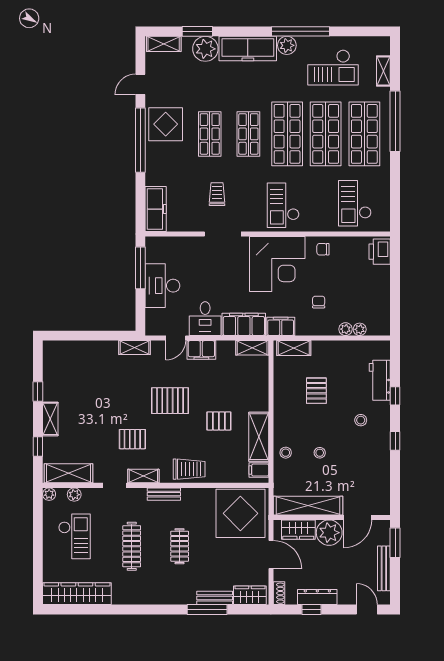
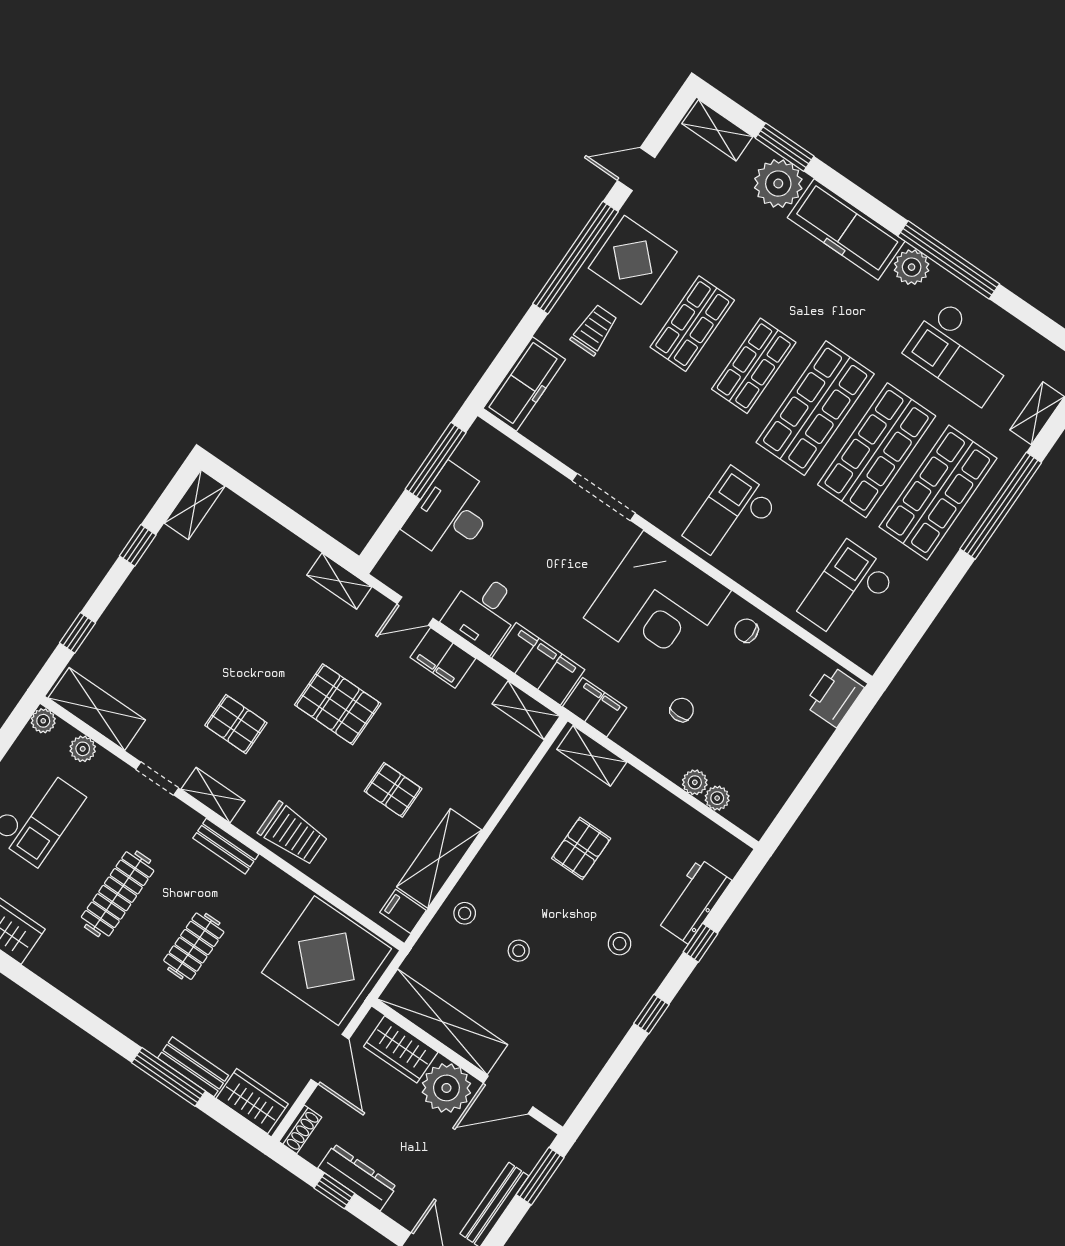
trolley: (217, 194) -> (594, 330), moved
shelving: (50, 419) -> (195, 505), moved

